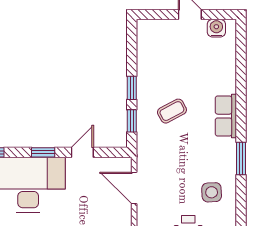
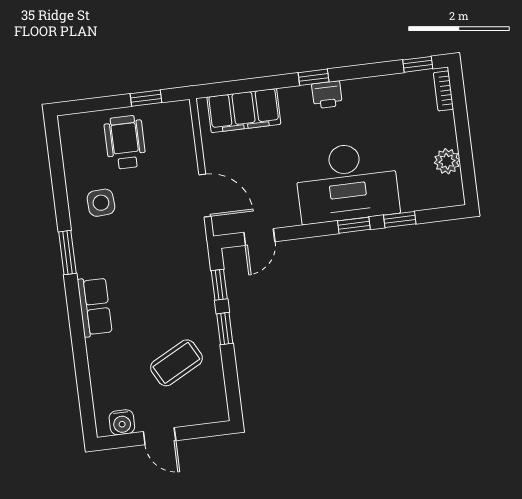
coffee table: (172, 111) -> (176, 363), moved, width x1.36, depth x1.30
window: (43, 152) -> (354, 225), moved
door: (82, 152) -> (259, 237), moved

